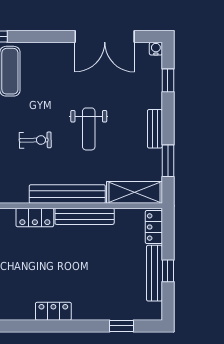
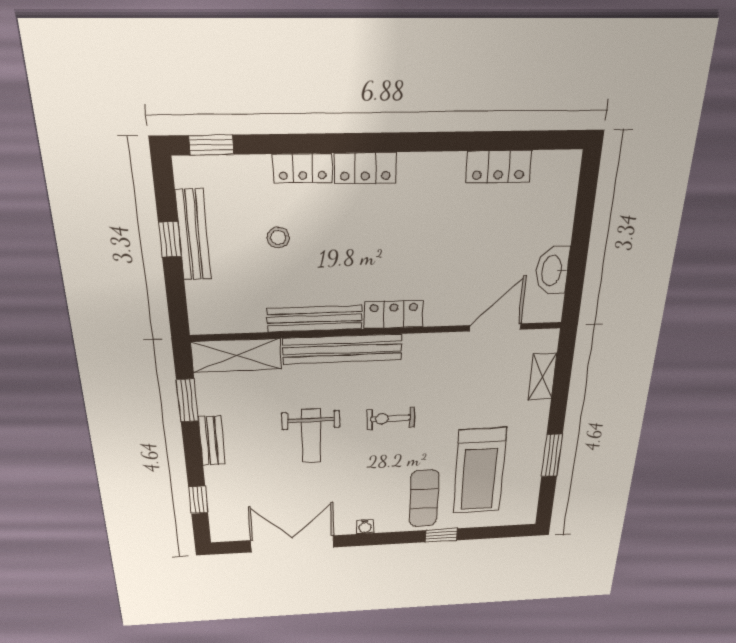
water cooler: (156, 49) -> (365, 527), moved
weight bench: (89, 129) -> (311, 436), turned 180
locker: (154, 227) -> (302, 168), moved, turned 90
stool: (105, 270) -> (278, 237), added
window: (121, 326) -> (211, 145), moved

